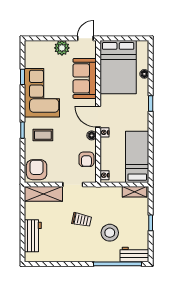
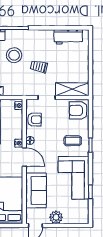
armchair: (86, 159) -> (34, 120), turned 90
armchair: (37, 170) -> (78, 110), turned 90
workbench: (33, 236) -> (68, 37), moved, turned -90

